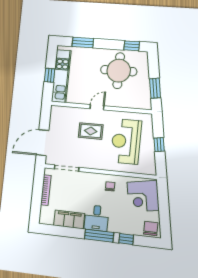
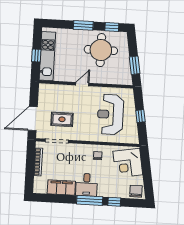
window: (83, 42) -> (83, 25), moved
rug: (91, 131) -> (62, 119), moved

